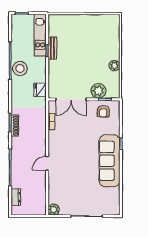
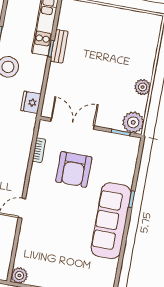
plant: (99, 91) -> (133, 122), moved
double door: (71, 99) -> (72, 124), swing flipped
armchair: (103, 111) -> (74, 169), moved, width x1.88, depth x1.88

